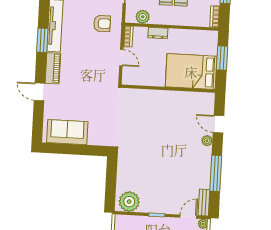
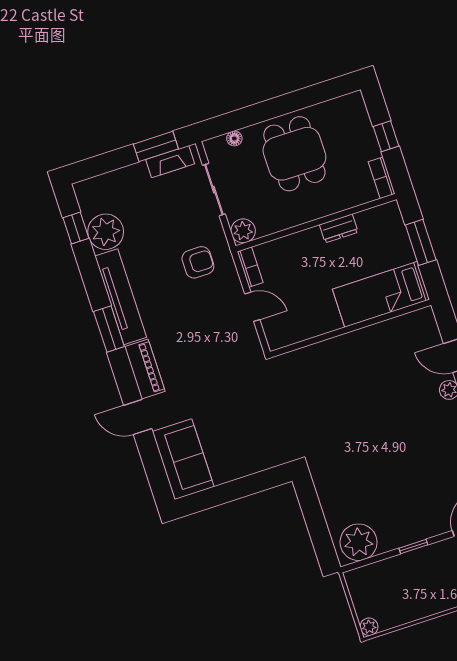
plant: (143, 17) -> (243, 231), moved
dresser: (158, 33) -> (339, 228), moved
bed: (191, 72) -> (381, 294), width x0.67
sofa: (67, 132) -> (183, 459), moved, turned 90

